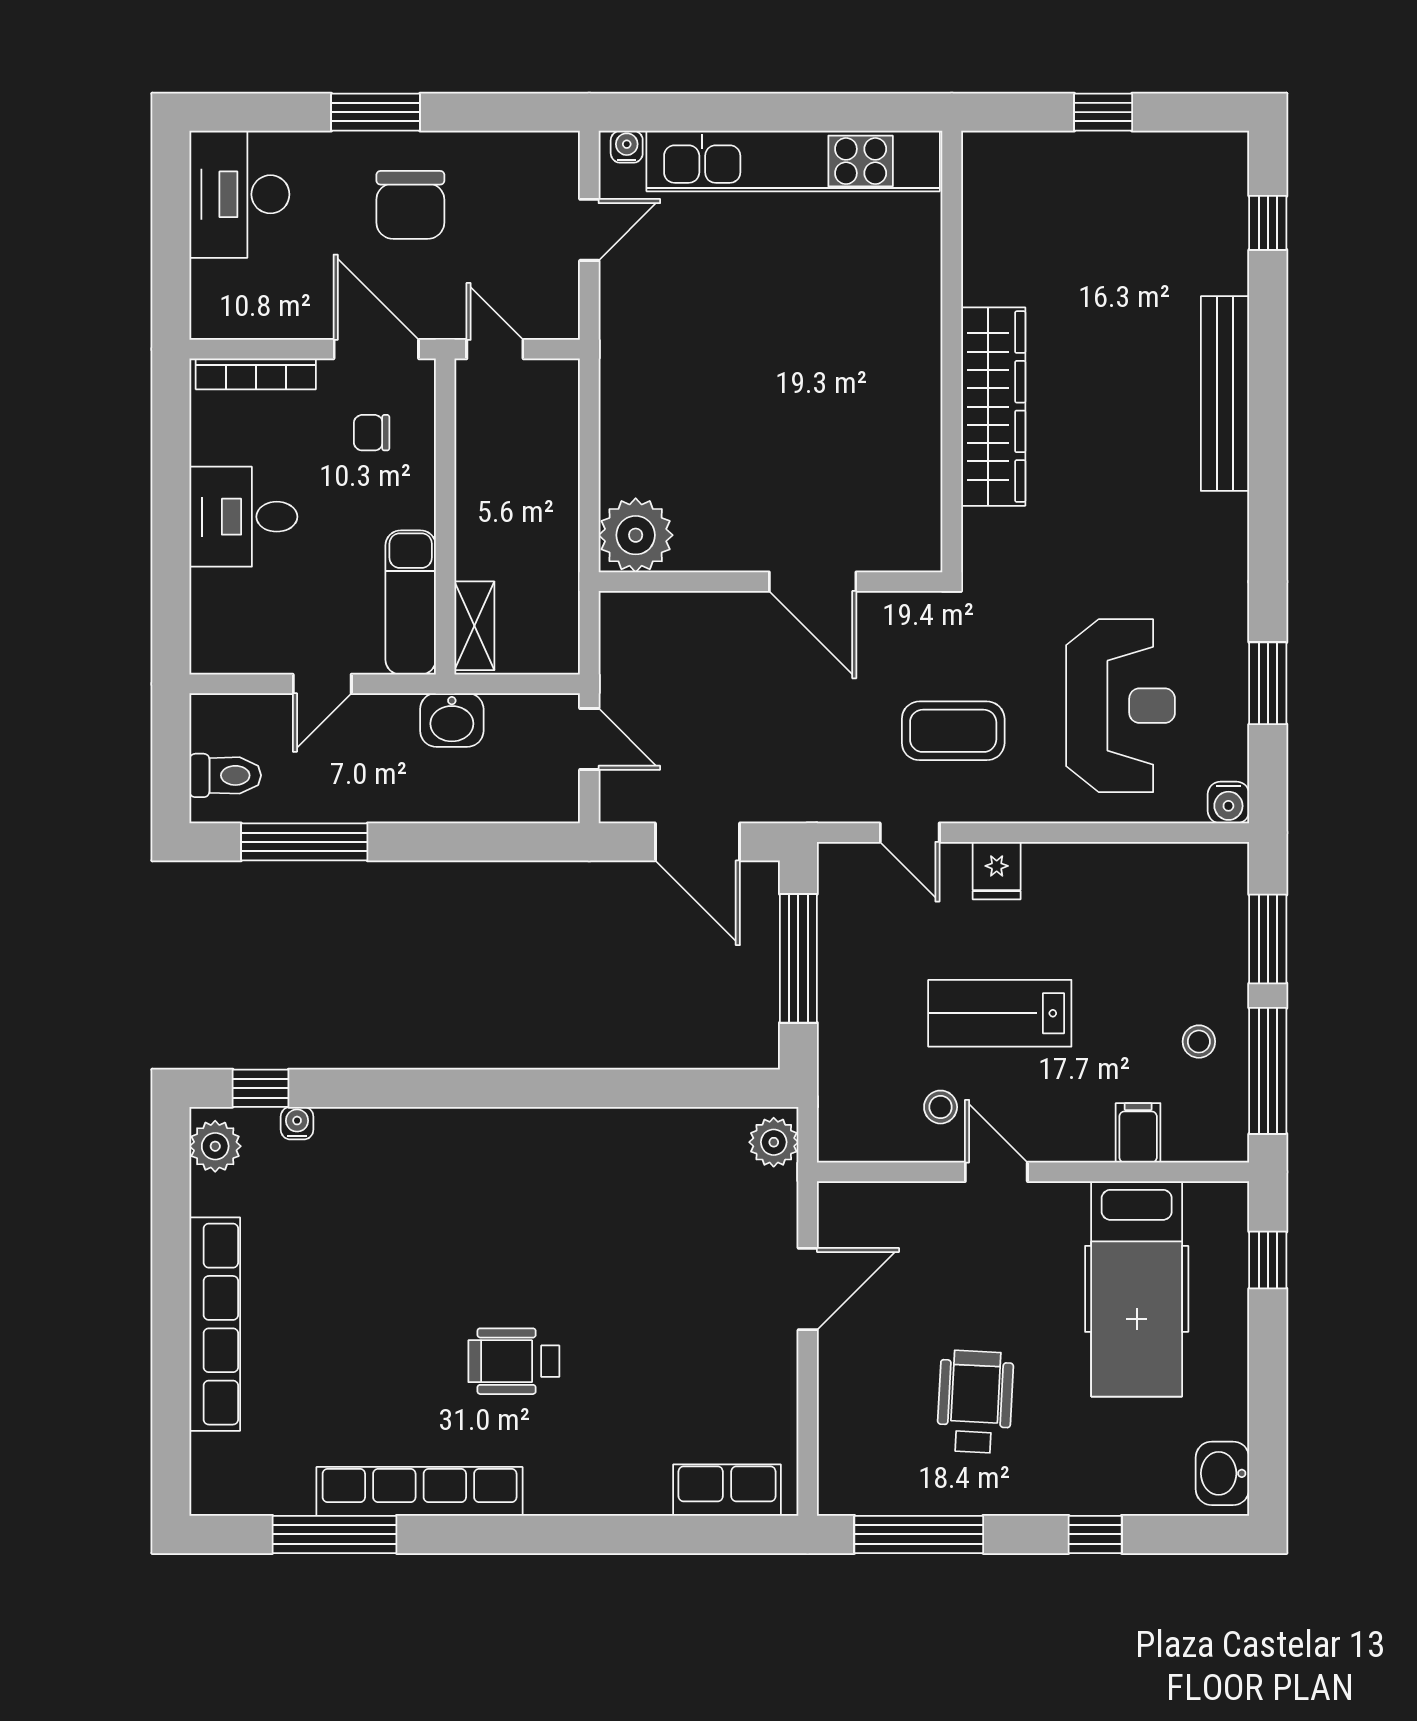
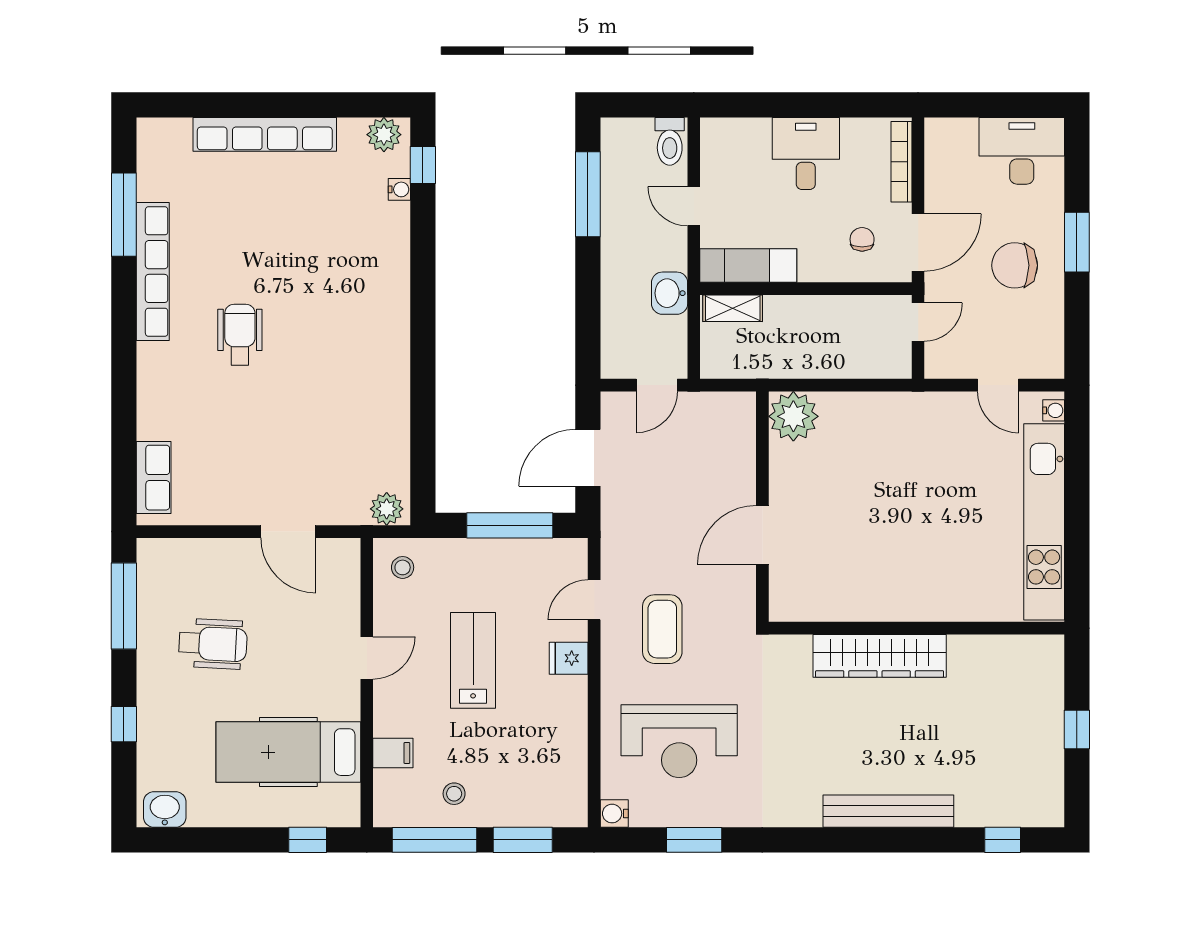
toilet: (225, 775) -> (670, 141), moved
stool: (941, 1107) -> (403, 567), moved

